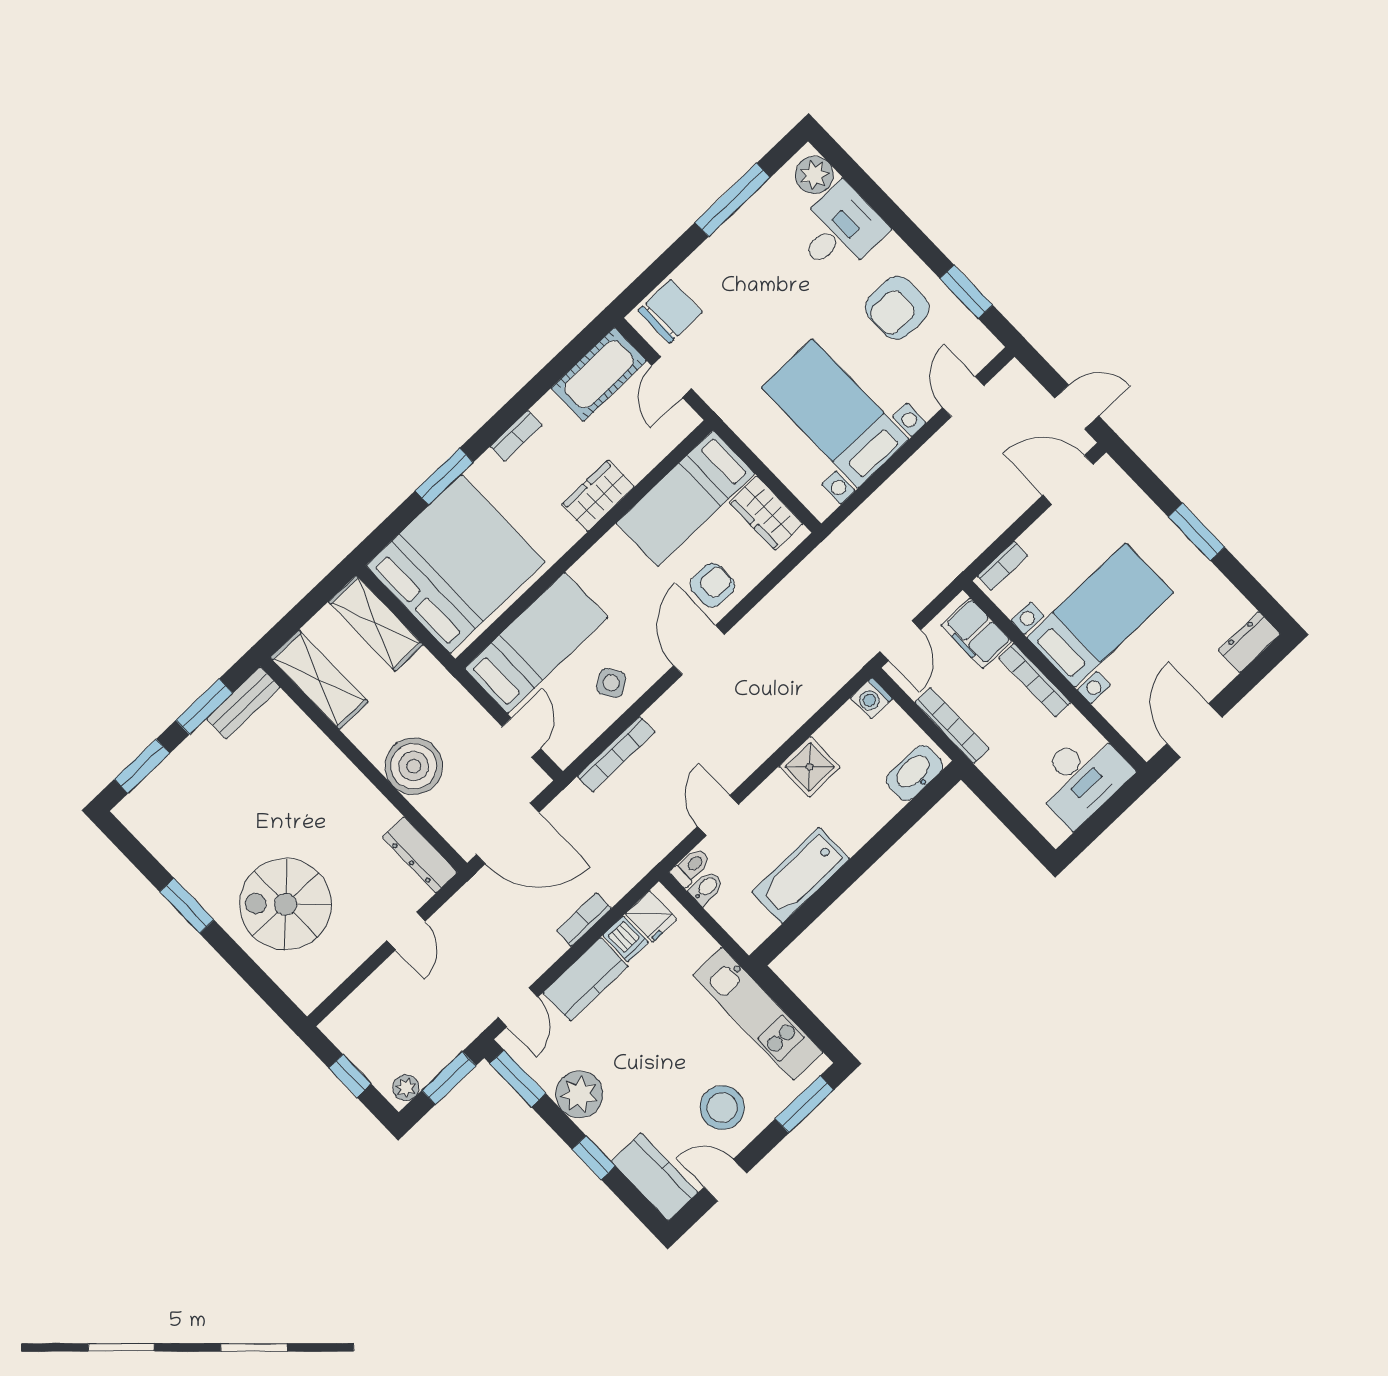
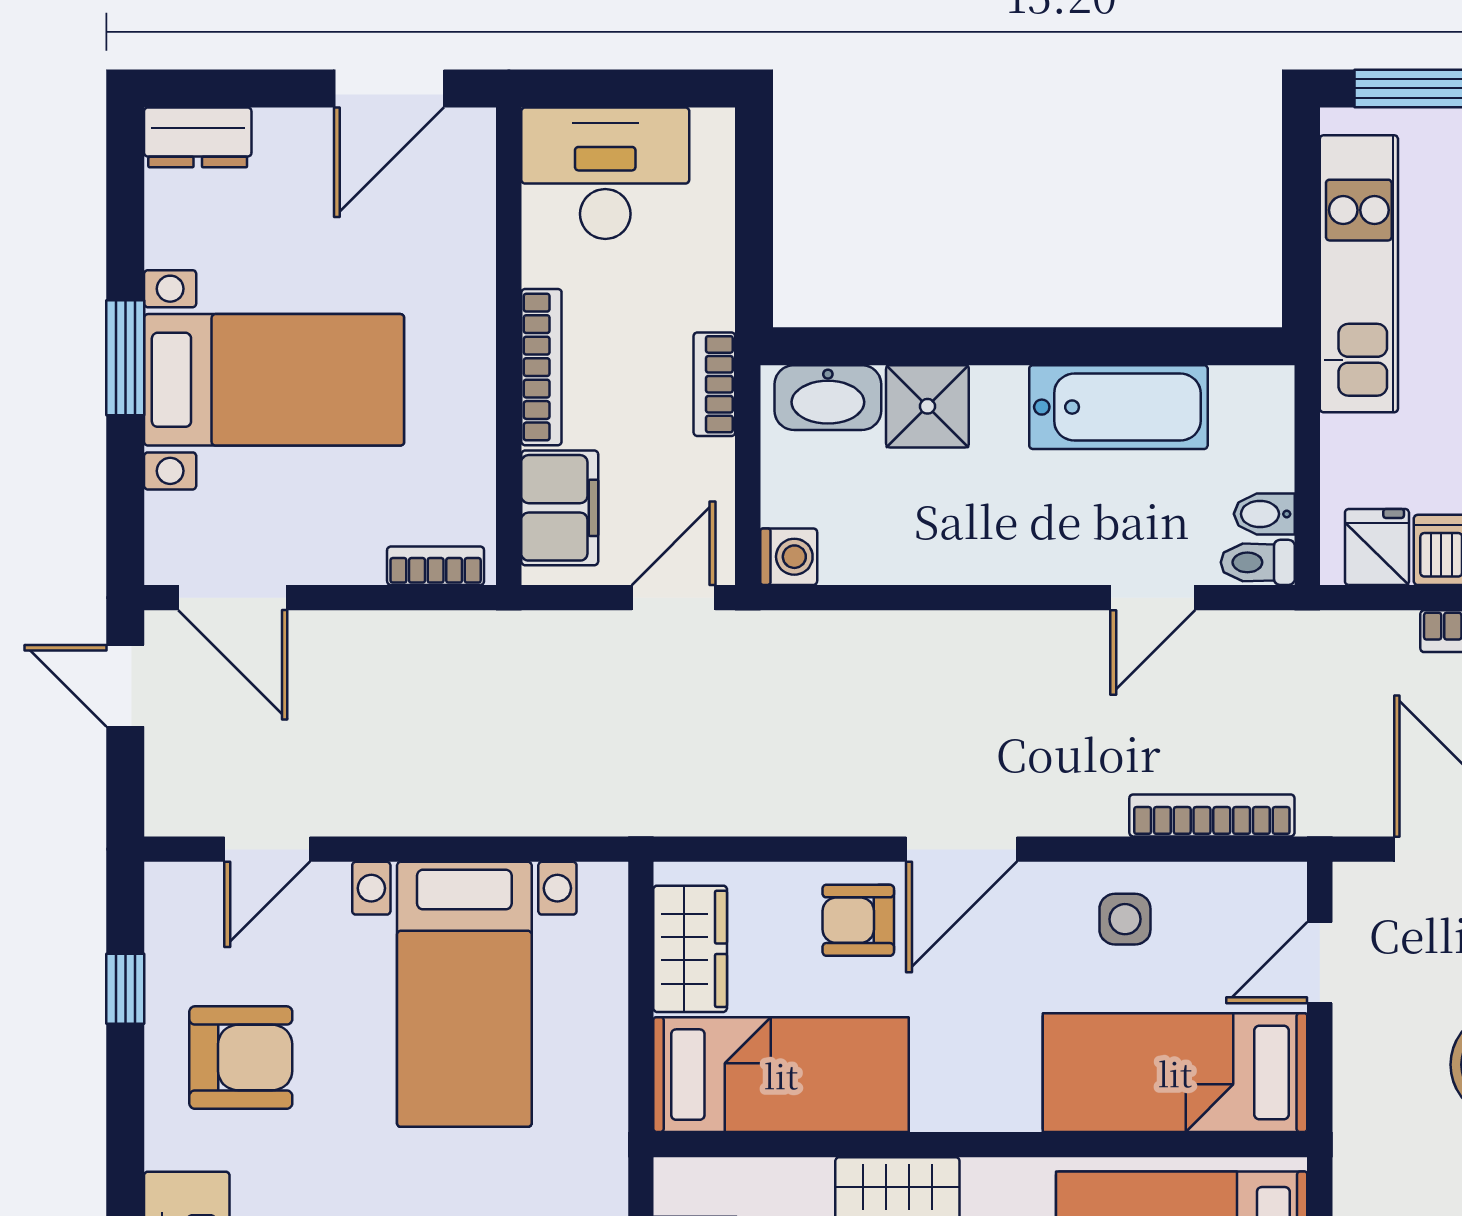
window: (966, 292) -> (125, 989), width x0.67
bed with nightstands: (1100, 615) -> (274, 380), moved, turned 180
side table: (611, 683) -> (1125, 919), turned 33
bookcase: (952, 726) -> (714, 384), width x0.64
shower: (810, 767) -> (927, 406), moved

